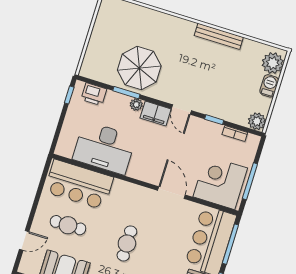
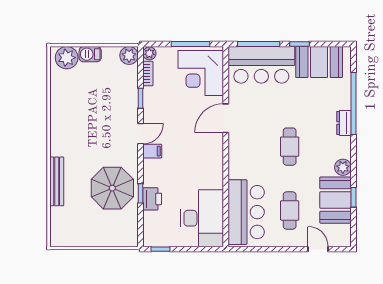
bench: (219, 36) -> (57, 181), moved
window: (126, 93) -> (141, 193), width x0.67
printer: (94, 94) -> (152, 199), moved
plant: (136, 105) -> (149, 53), moved
filing cabinet: (156, 113) -> (152, 151), width x0.50
desk: (104, 148) -> (202, 218), moved
cafe table: (127, 243) -> (290, 147), turned 90

